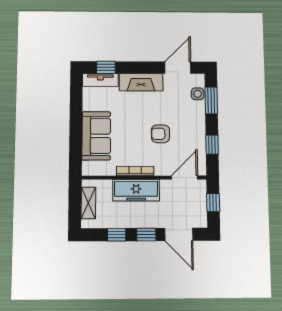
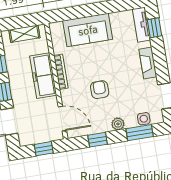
fireplace: (141, 82) -> (148, 63), width x0.73, depth x0.76
plant: (199, 121) -> (118, 124), added

